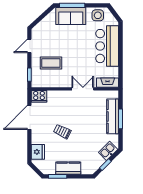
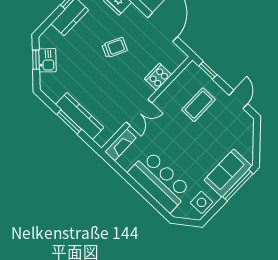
cooker: (39, 96) -> (158, 77), moved
kitchen sink: (108, 151) -> (47, 60), moved

